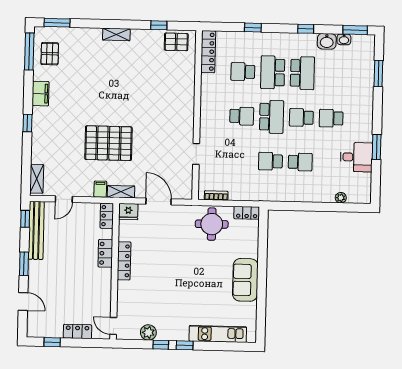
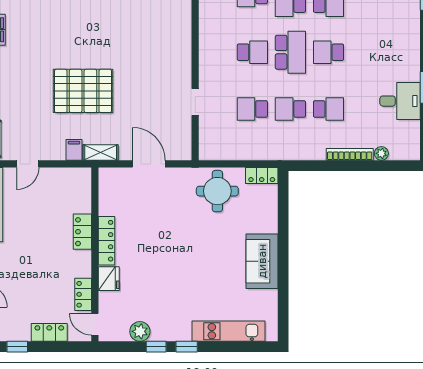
school desk: (331, 118) -> (252, 109), moved
bookcase: (216, 195) -> (350, 154), moved, width x1.56
fridge: (128, 212) -> (109, 279), moved, turned -90
locker: (107, 216) -> (83, 294), moved

